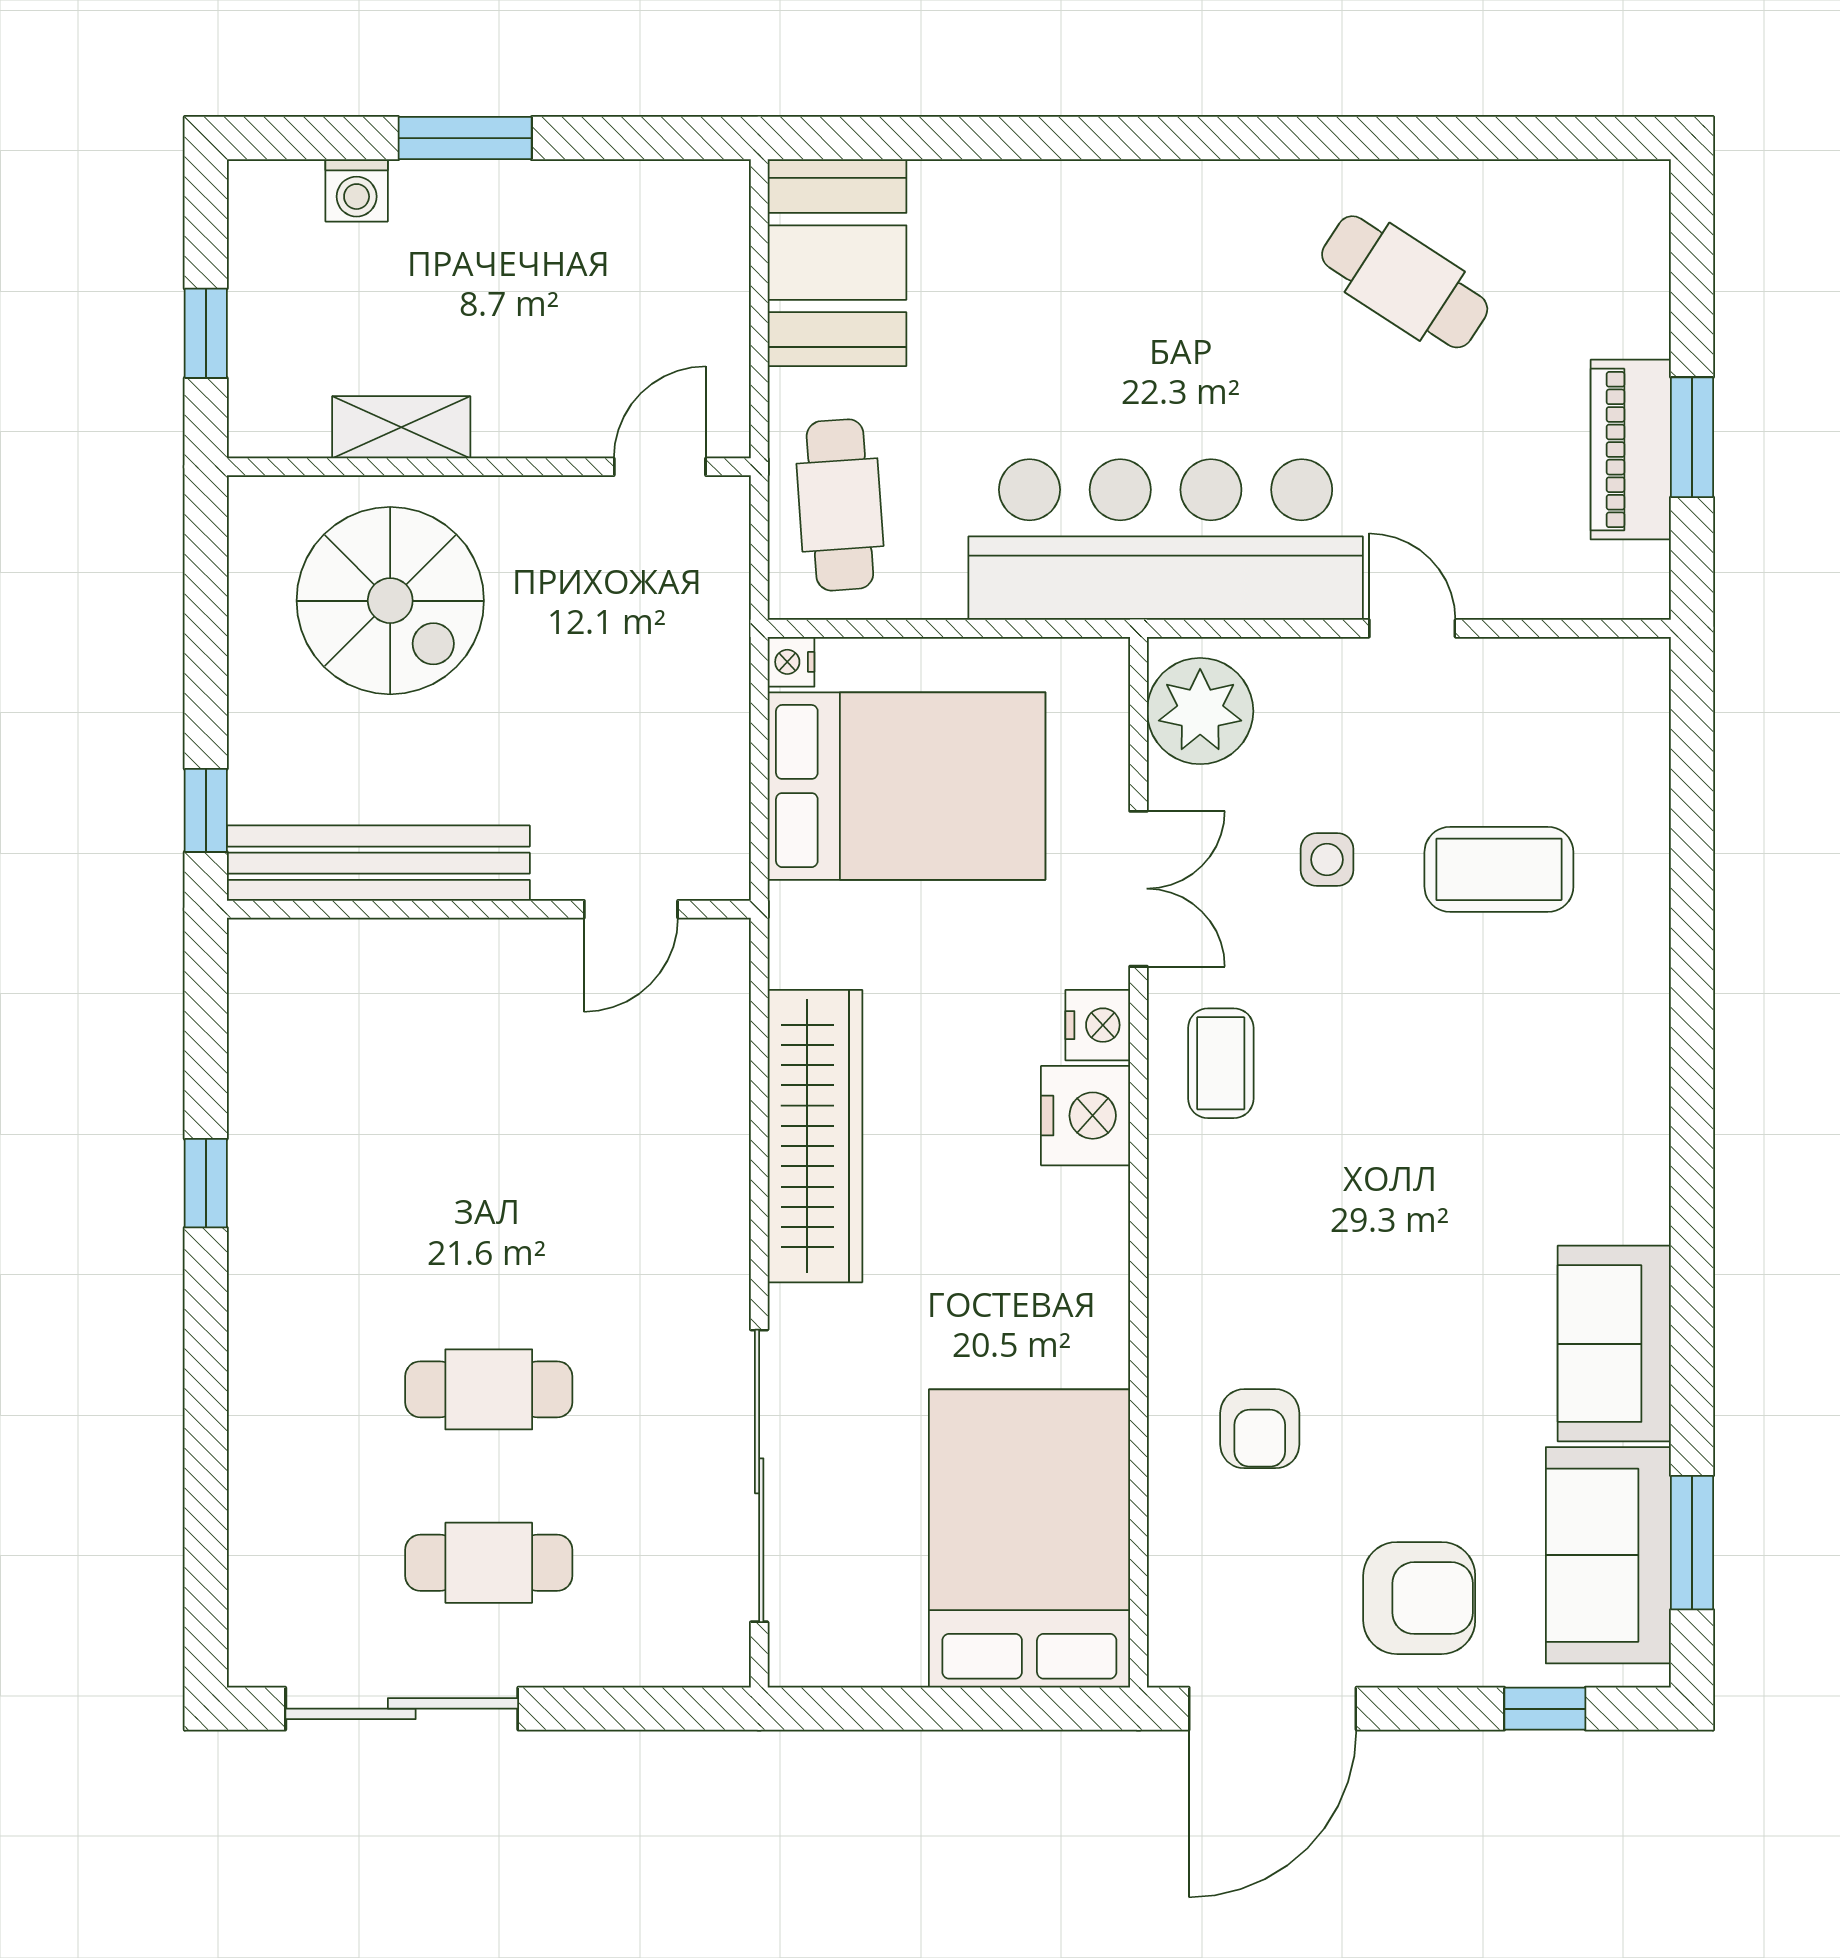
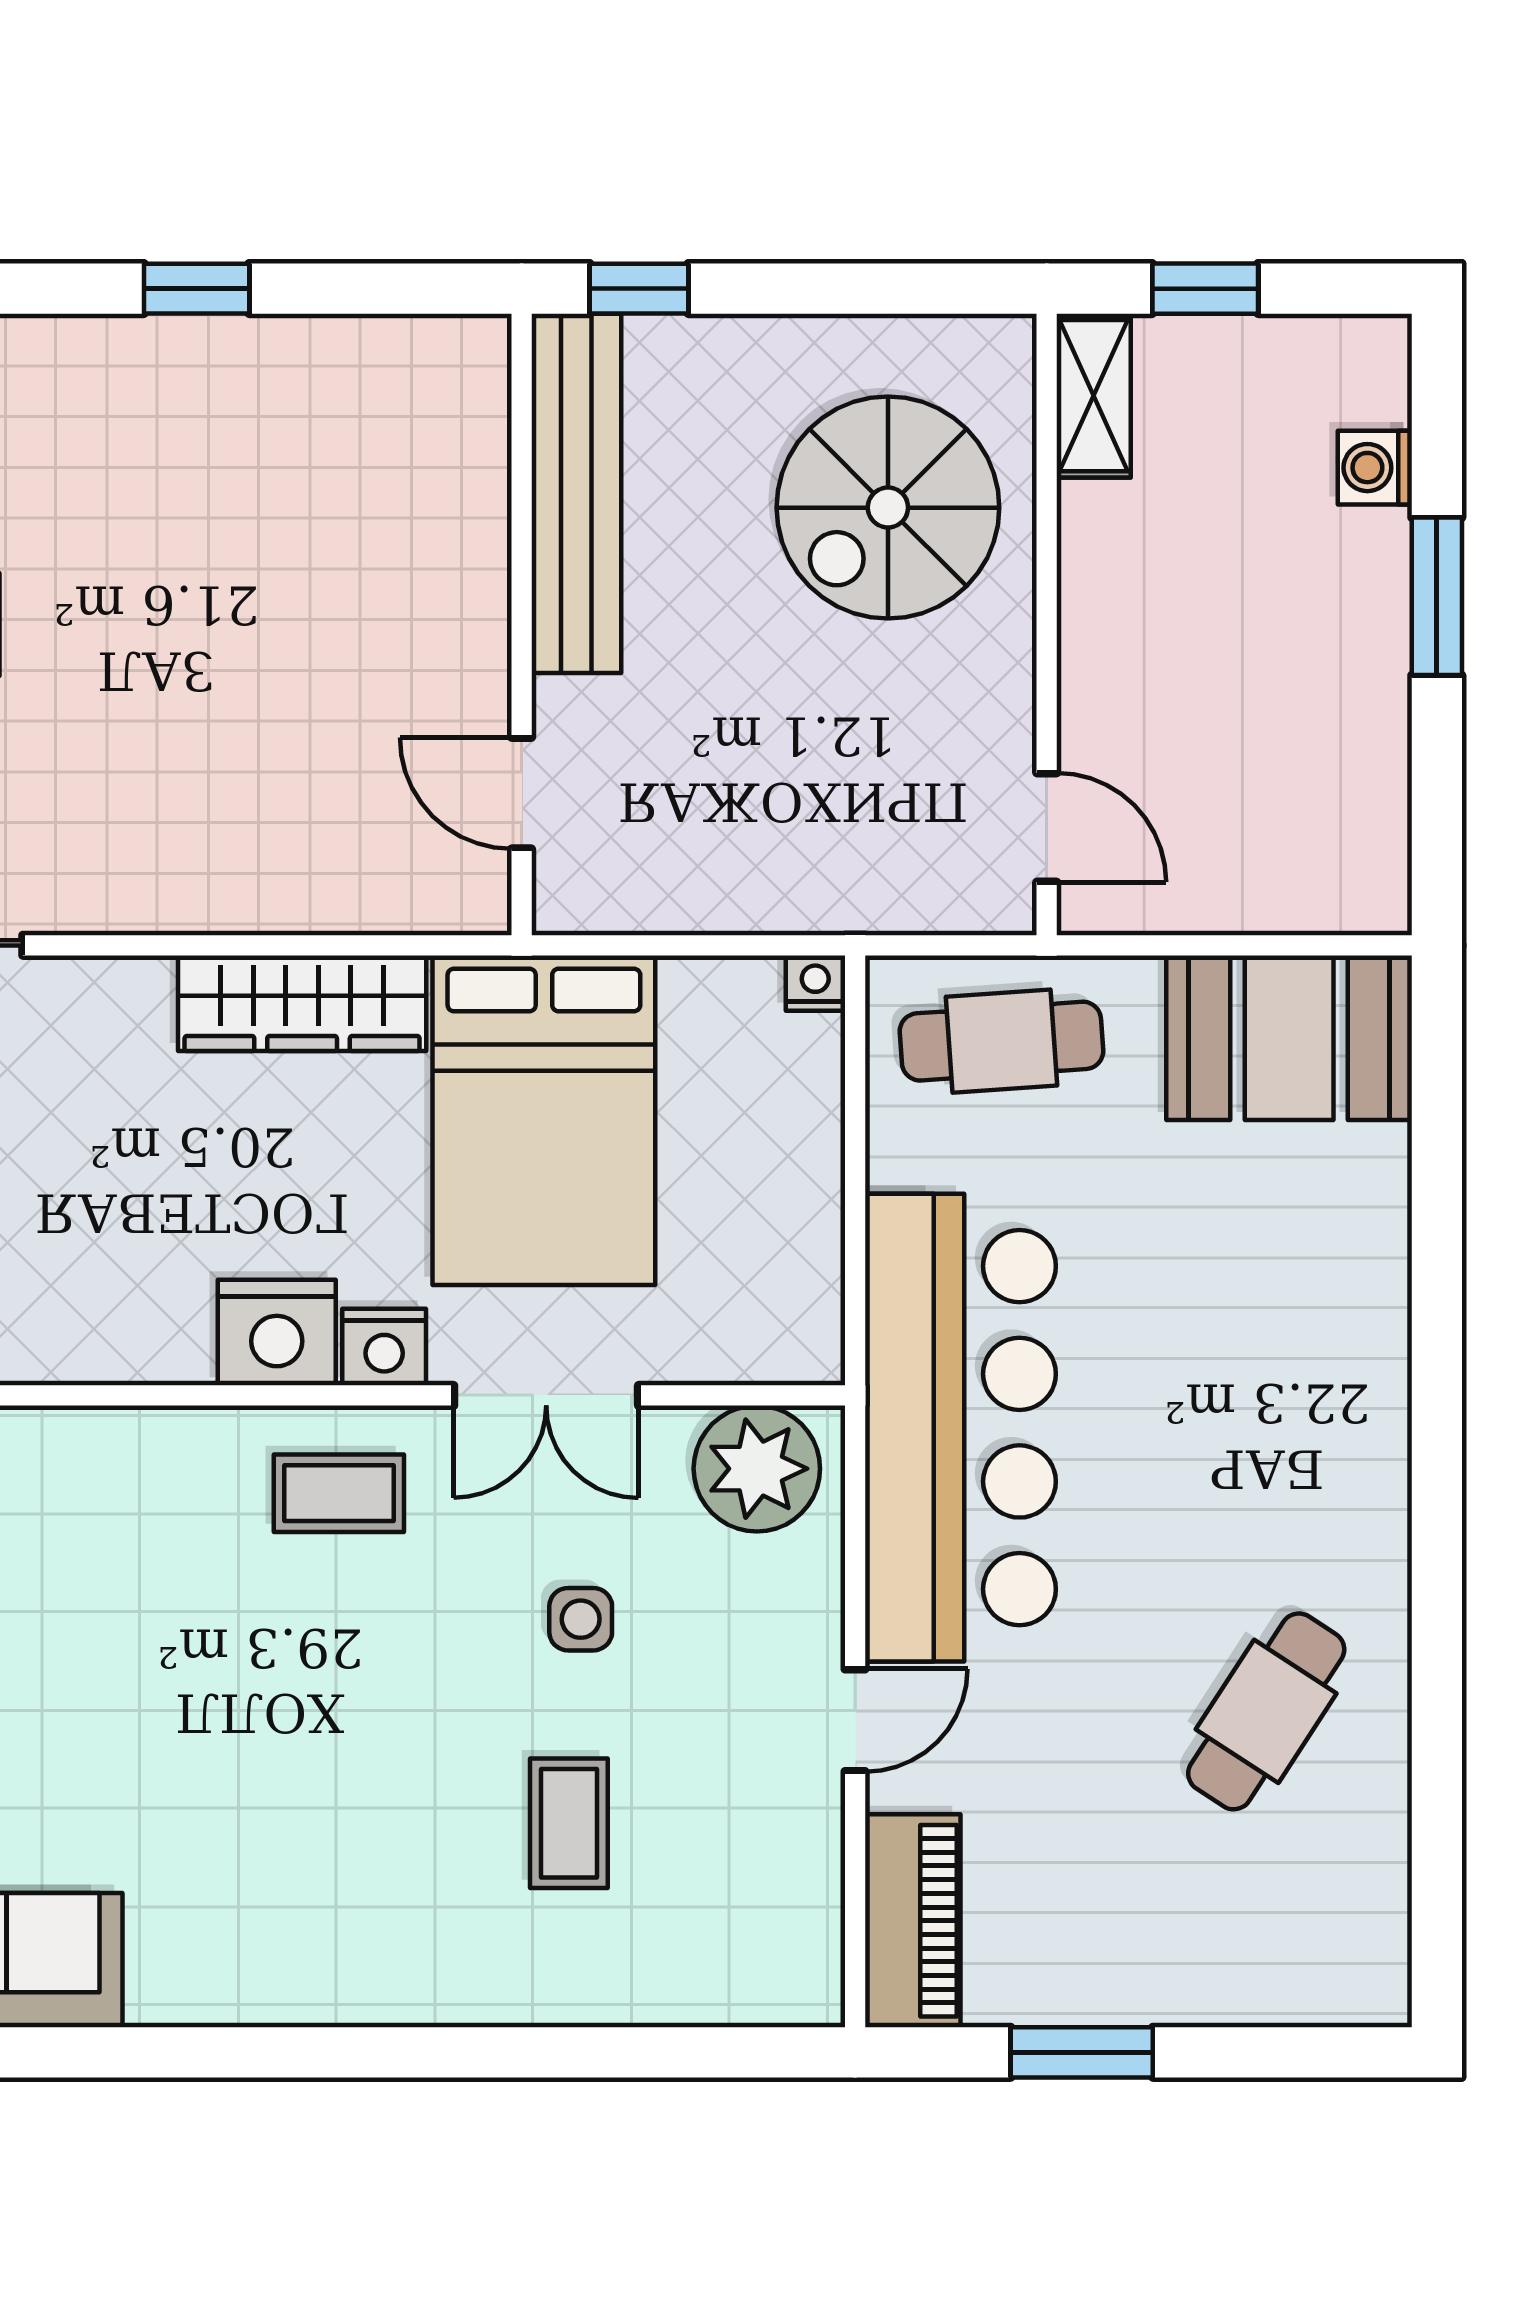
shelving: (401, 427) -> (1094, 396), moved
piano: (1631, 450) -> (913, 1921), moved, turned 90
bed: (907, 786) -> (544, 1120), moved
coffee table: (1499, 869) -> (569, 1823), width x0.73, depth x0.77
wardrobe: (815, 1136) -> (302, 1003), width x0.71, depth x0.85

